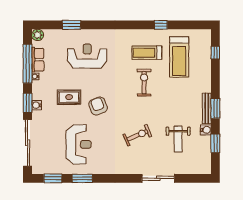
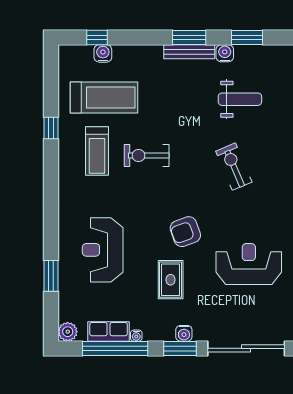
water cooler: (206, 56) -> (103, 53), added

